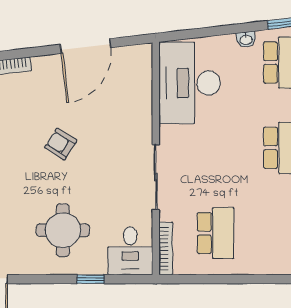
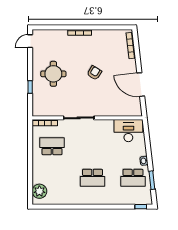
desk: (190, 83) -> (128, 131), width x0.73, depth x0.77
school desk: (216, 233) -> (52, 146), turned 180
desk: (130, 251) -> (44, 106), removed

